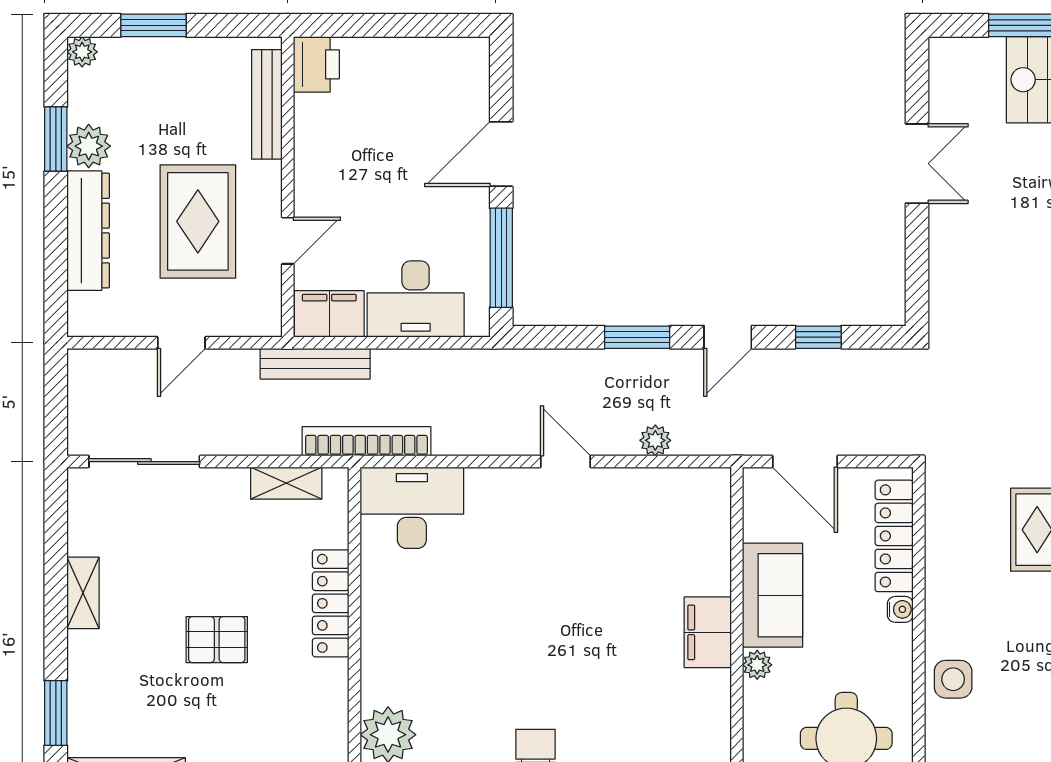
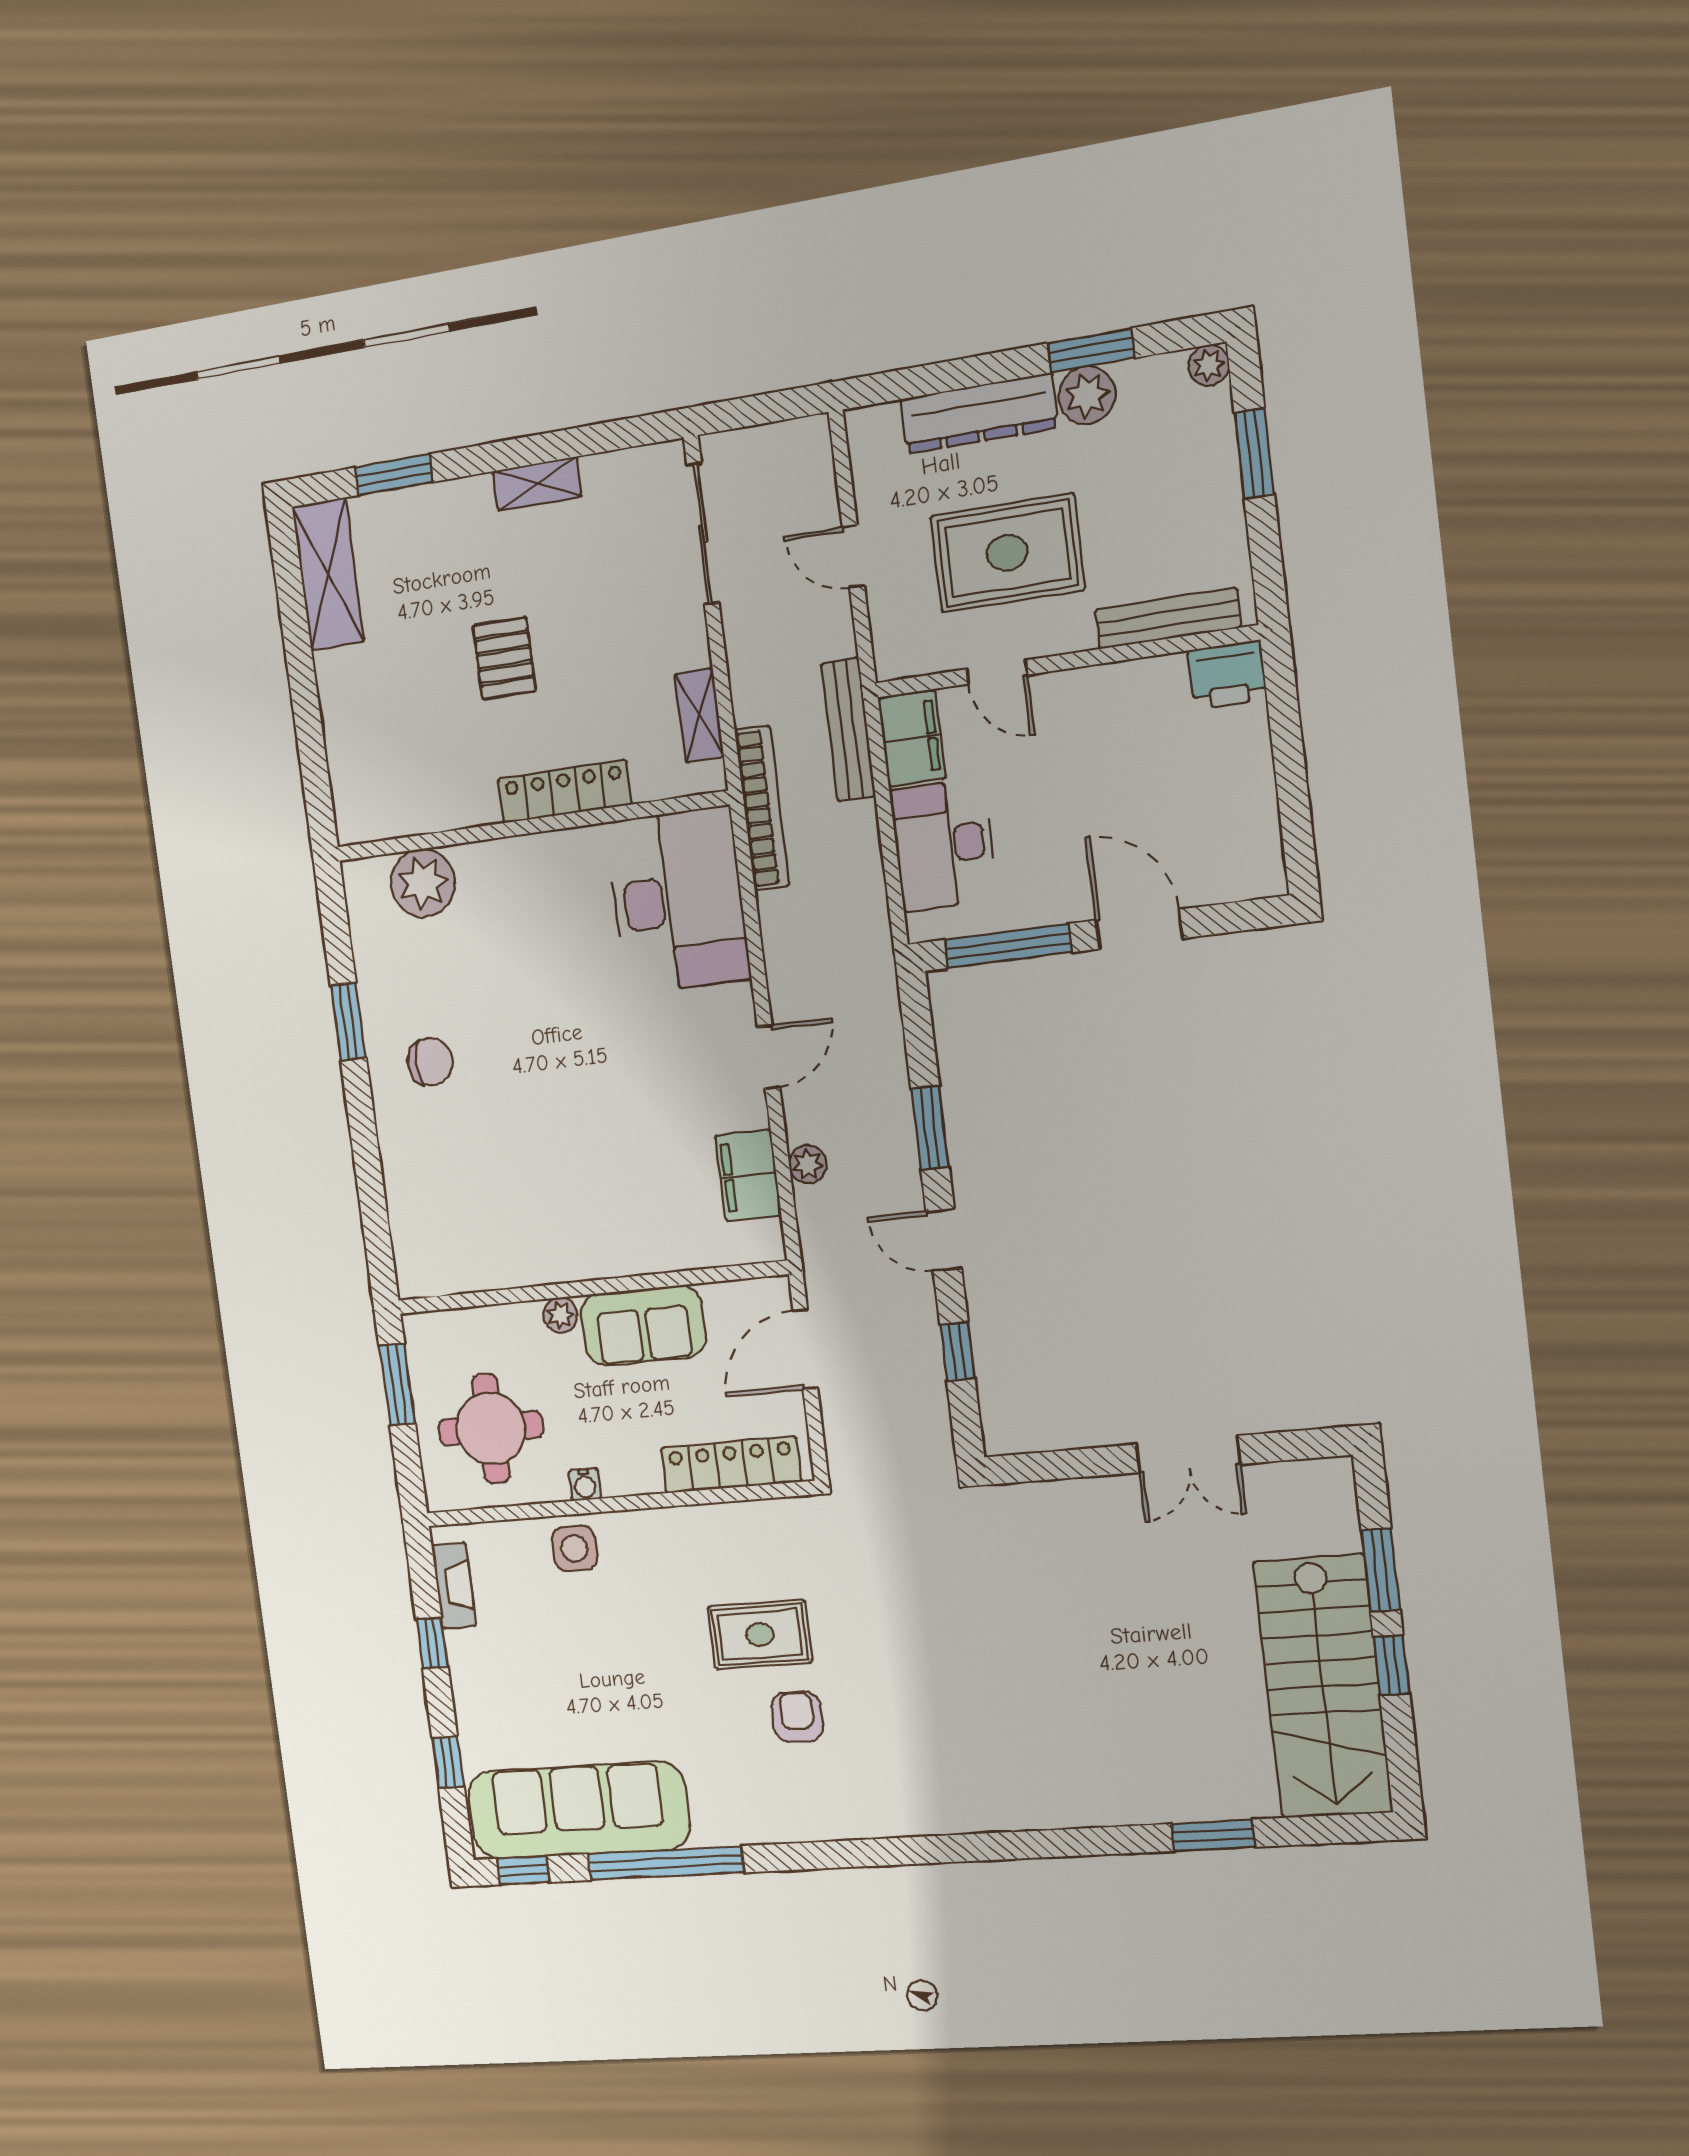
desk: (412, 508) -> (678, 900), width x1.36, depth x1.30
water cooler: (900, 609) -> (585, 1485), moved
filing cabinet: (708, 632) -> (748, 1175), moved, turned -90

